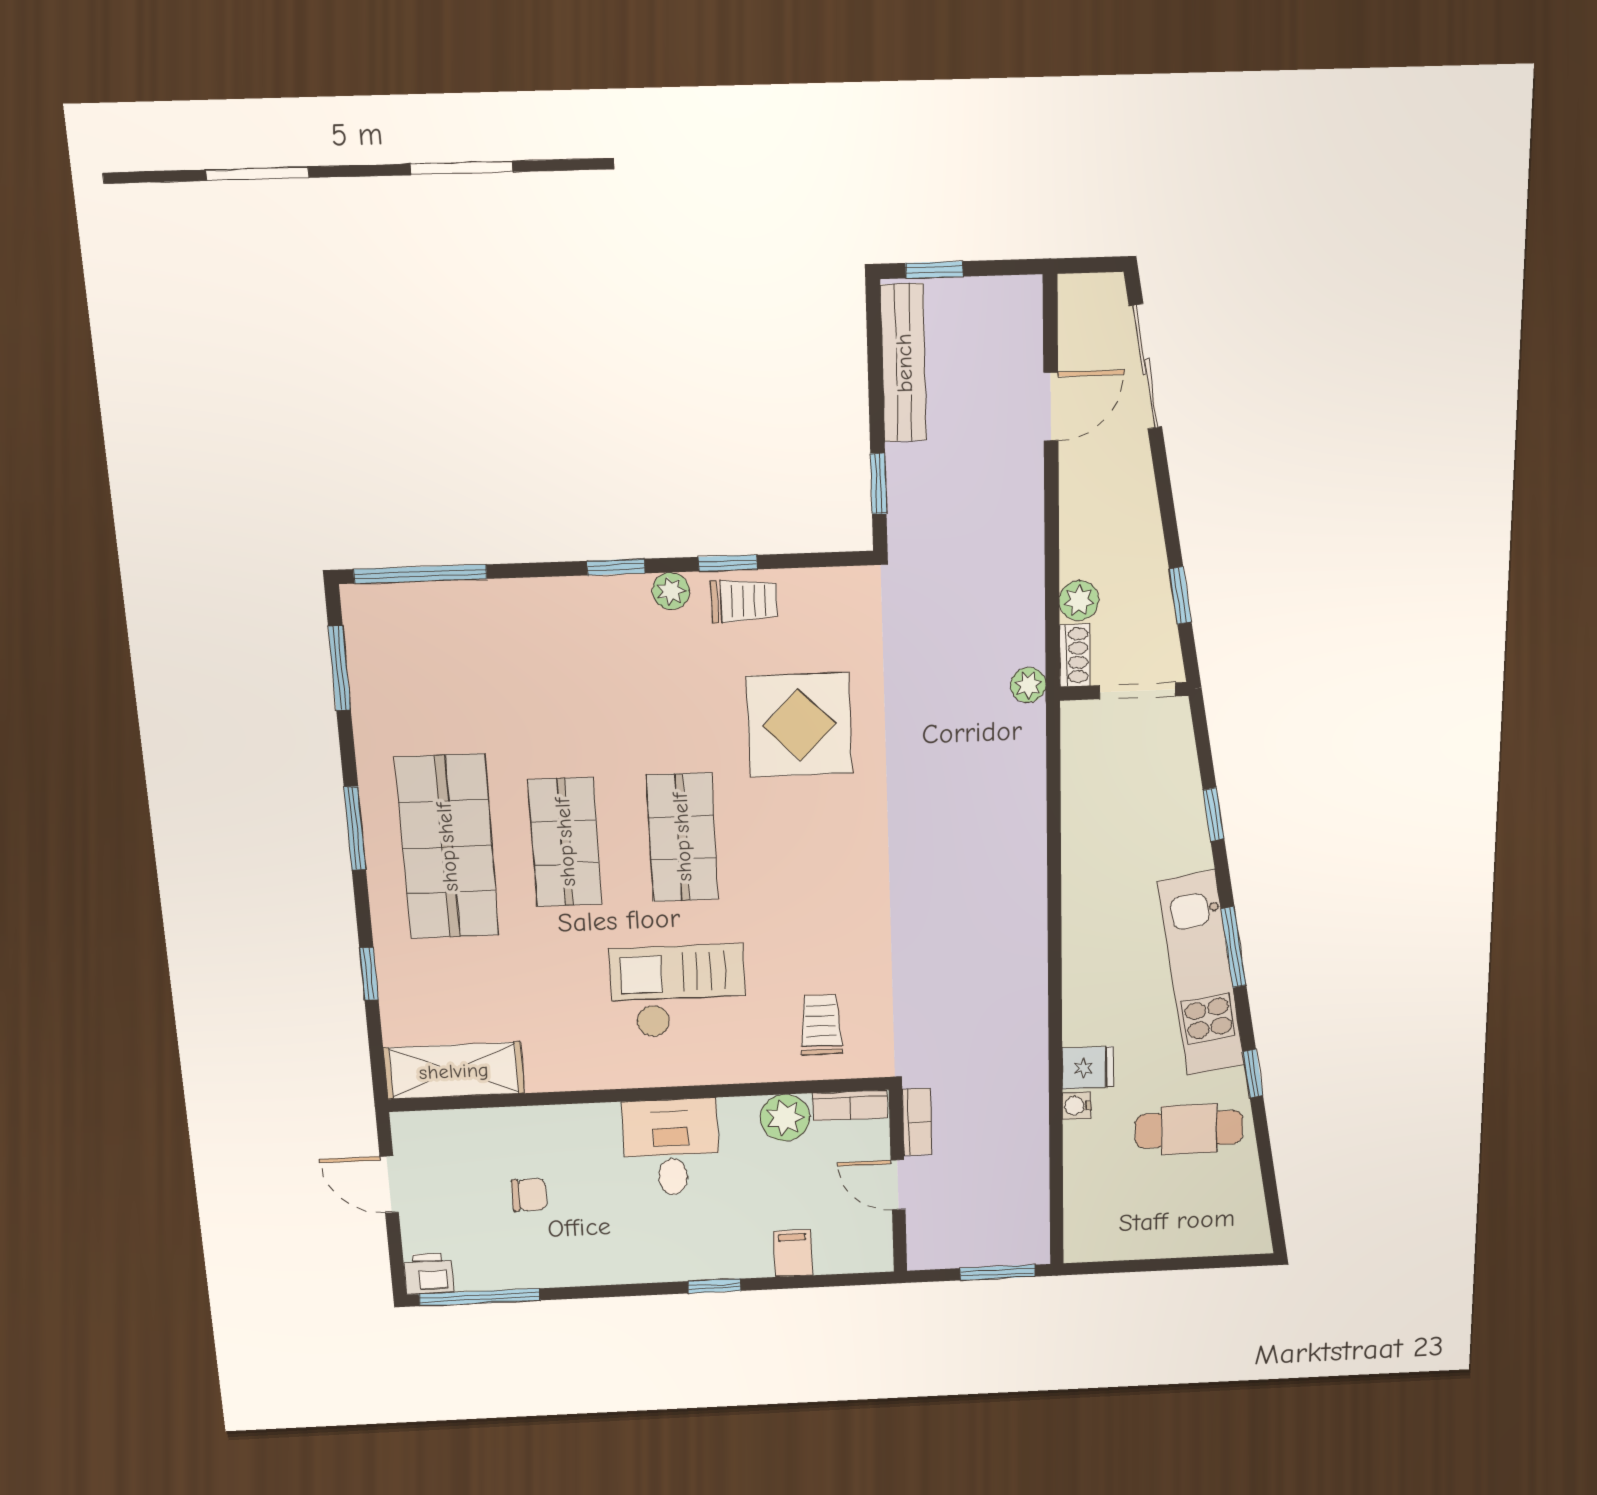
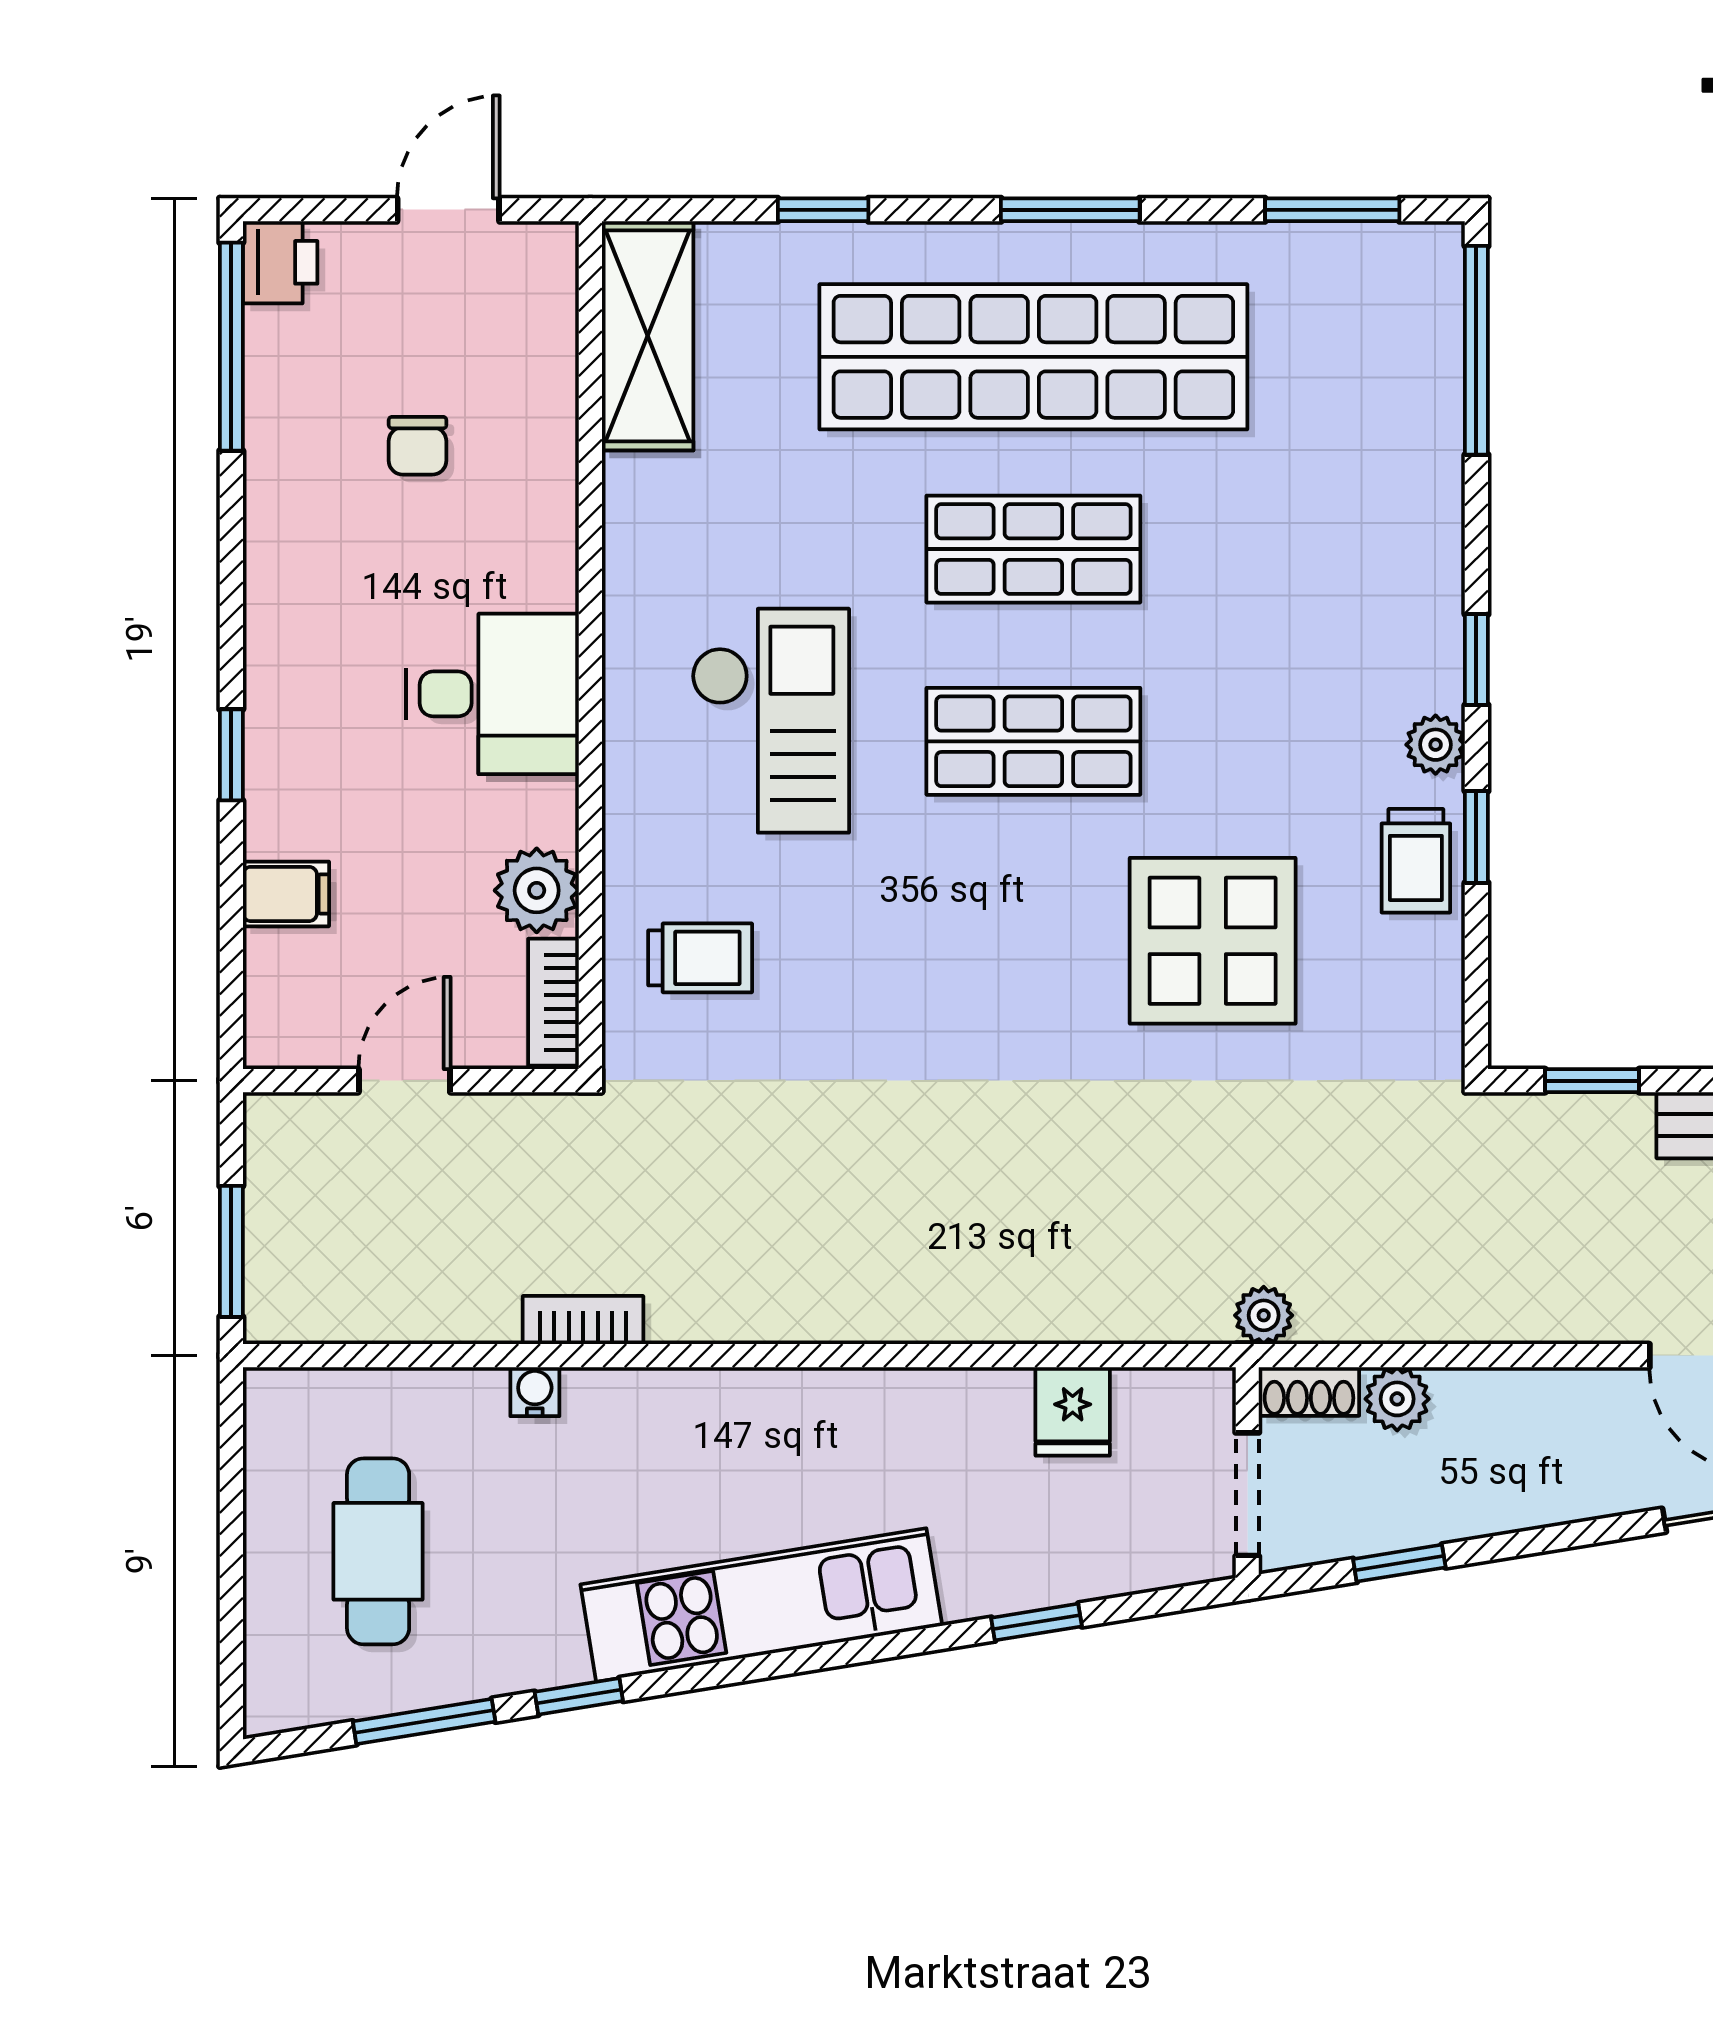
shop shelf: (447, 847) -> (1033, 357), width x1.40
window: (1234, 947) -> (424, 1722), moved
fridge: (1088, 1068) -> (1073, 1411), moved
bookcase: (917, 1122) -> (583, 1320), moved, turned 180
cafe table: (1189, 1129) -> (378, 1551), moved

